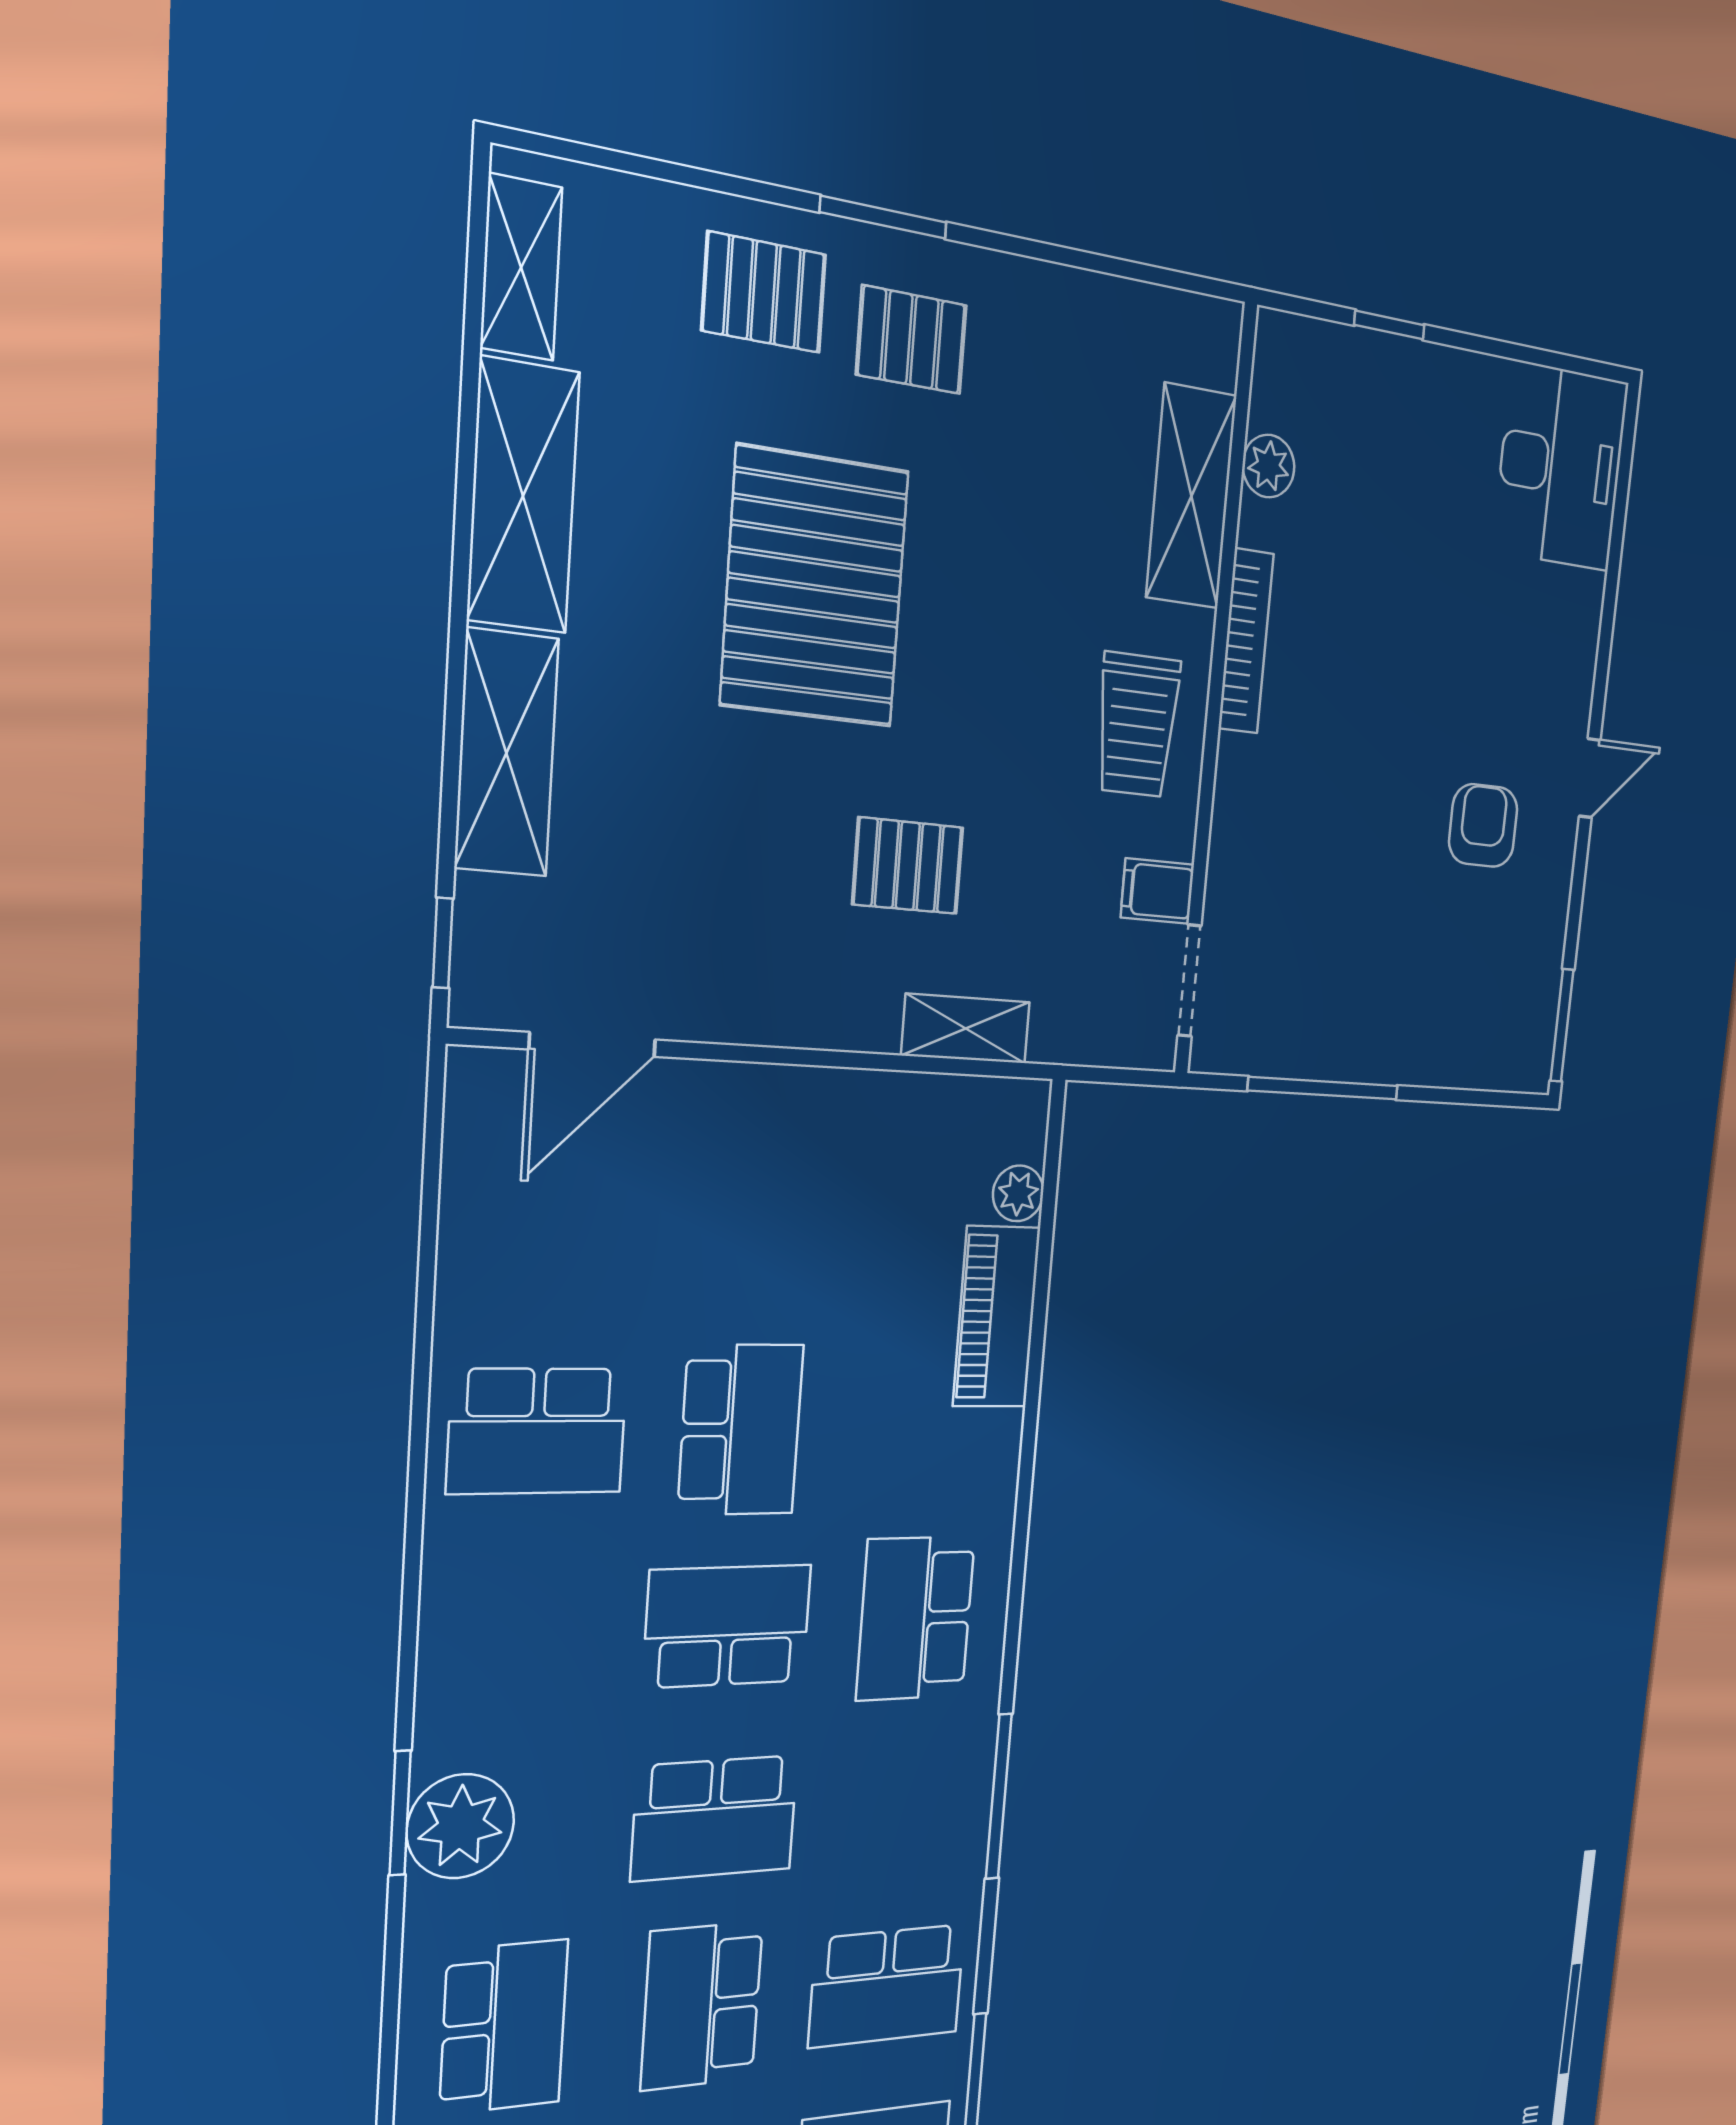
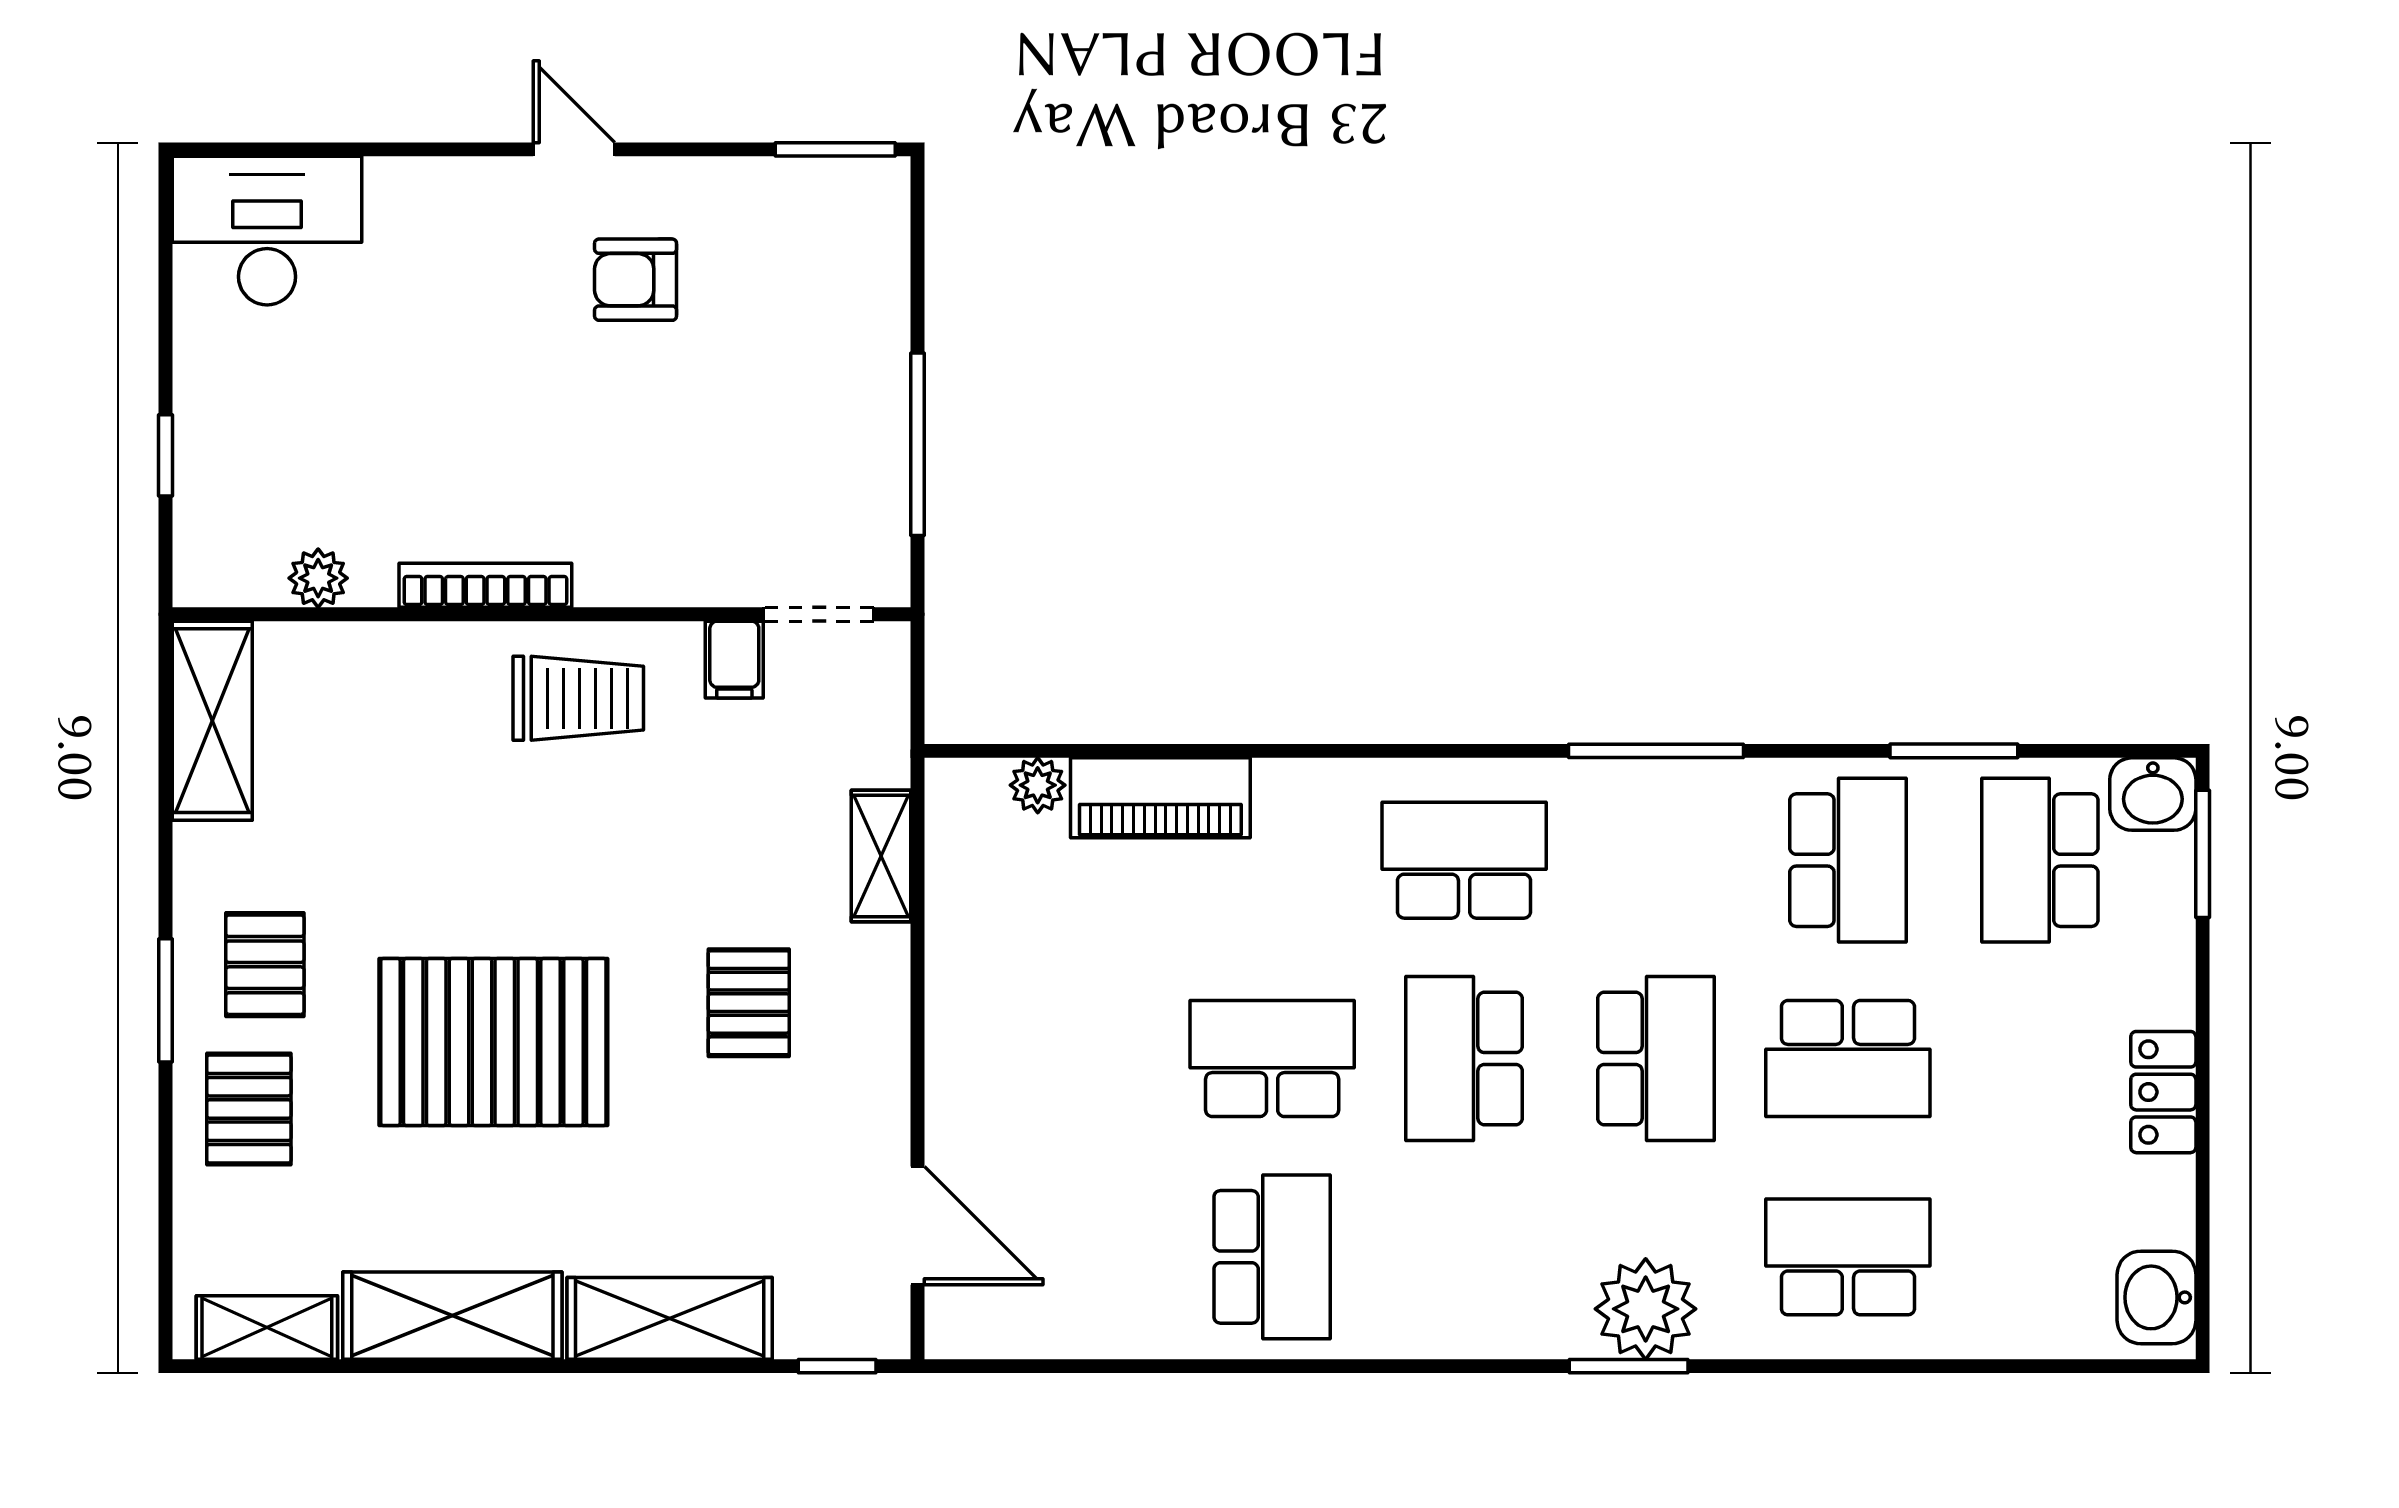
shelving: (1191, 496) -> (212, 721), moved, turned 90
pallet: (908, 866) -> (749, 1003), moved
school desk: (916, 1618) -> (1464, 860), turned 180

